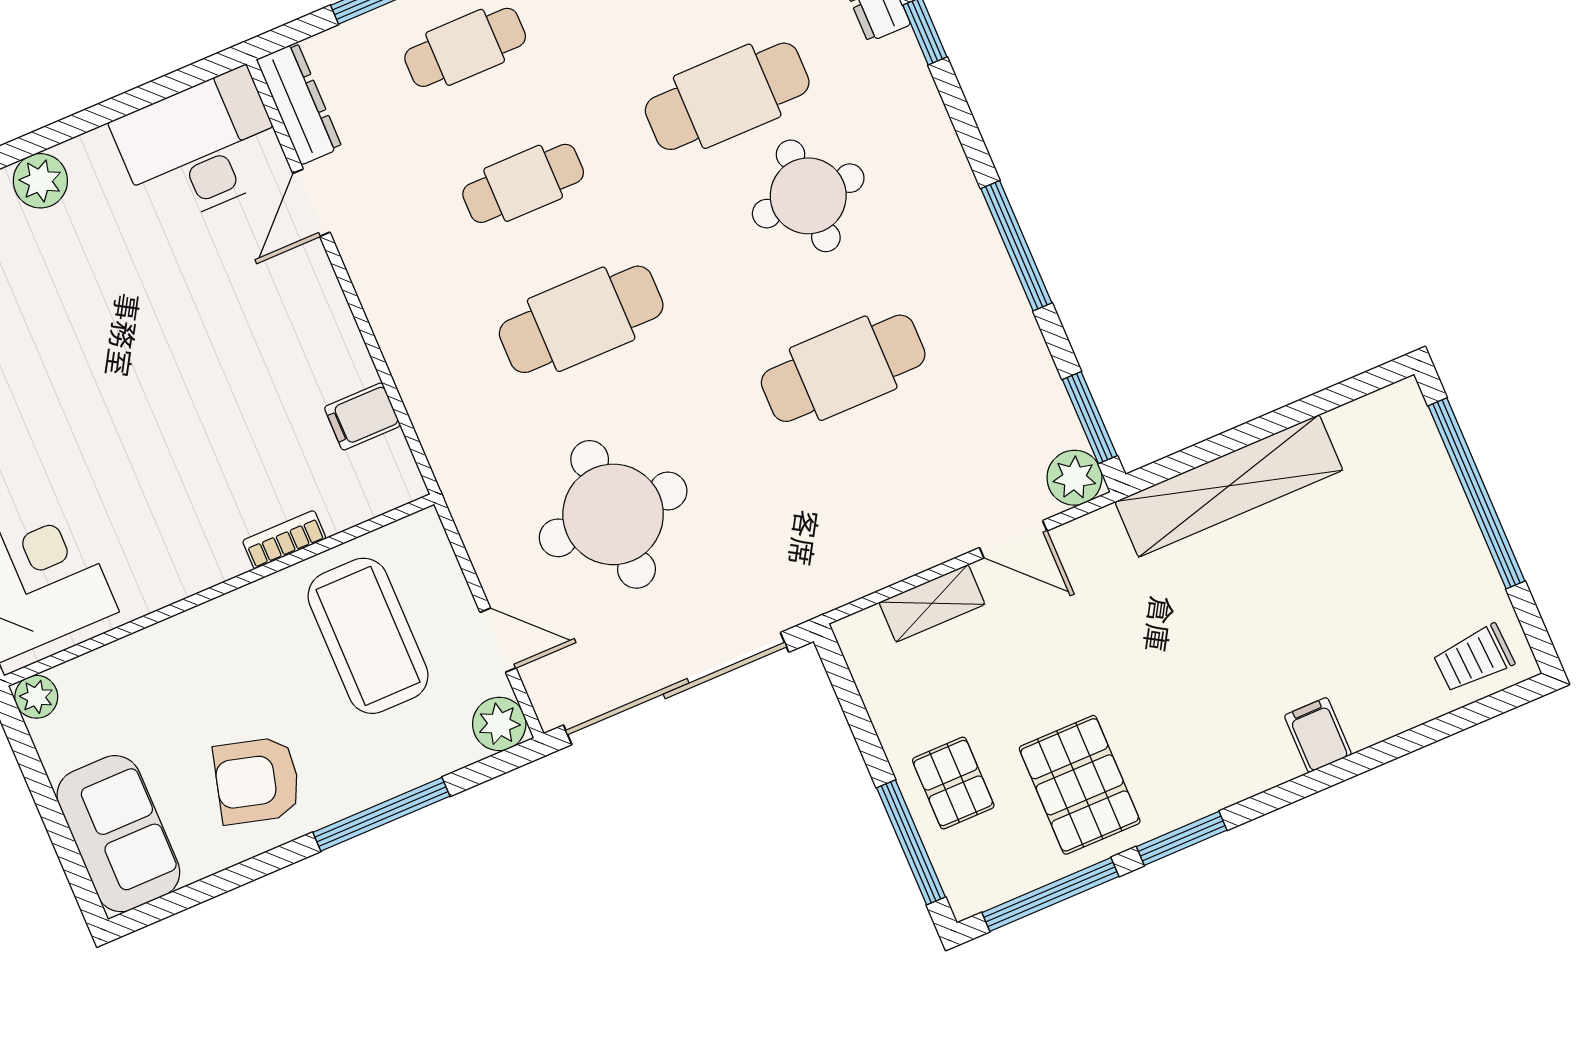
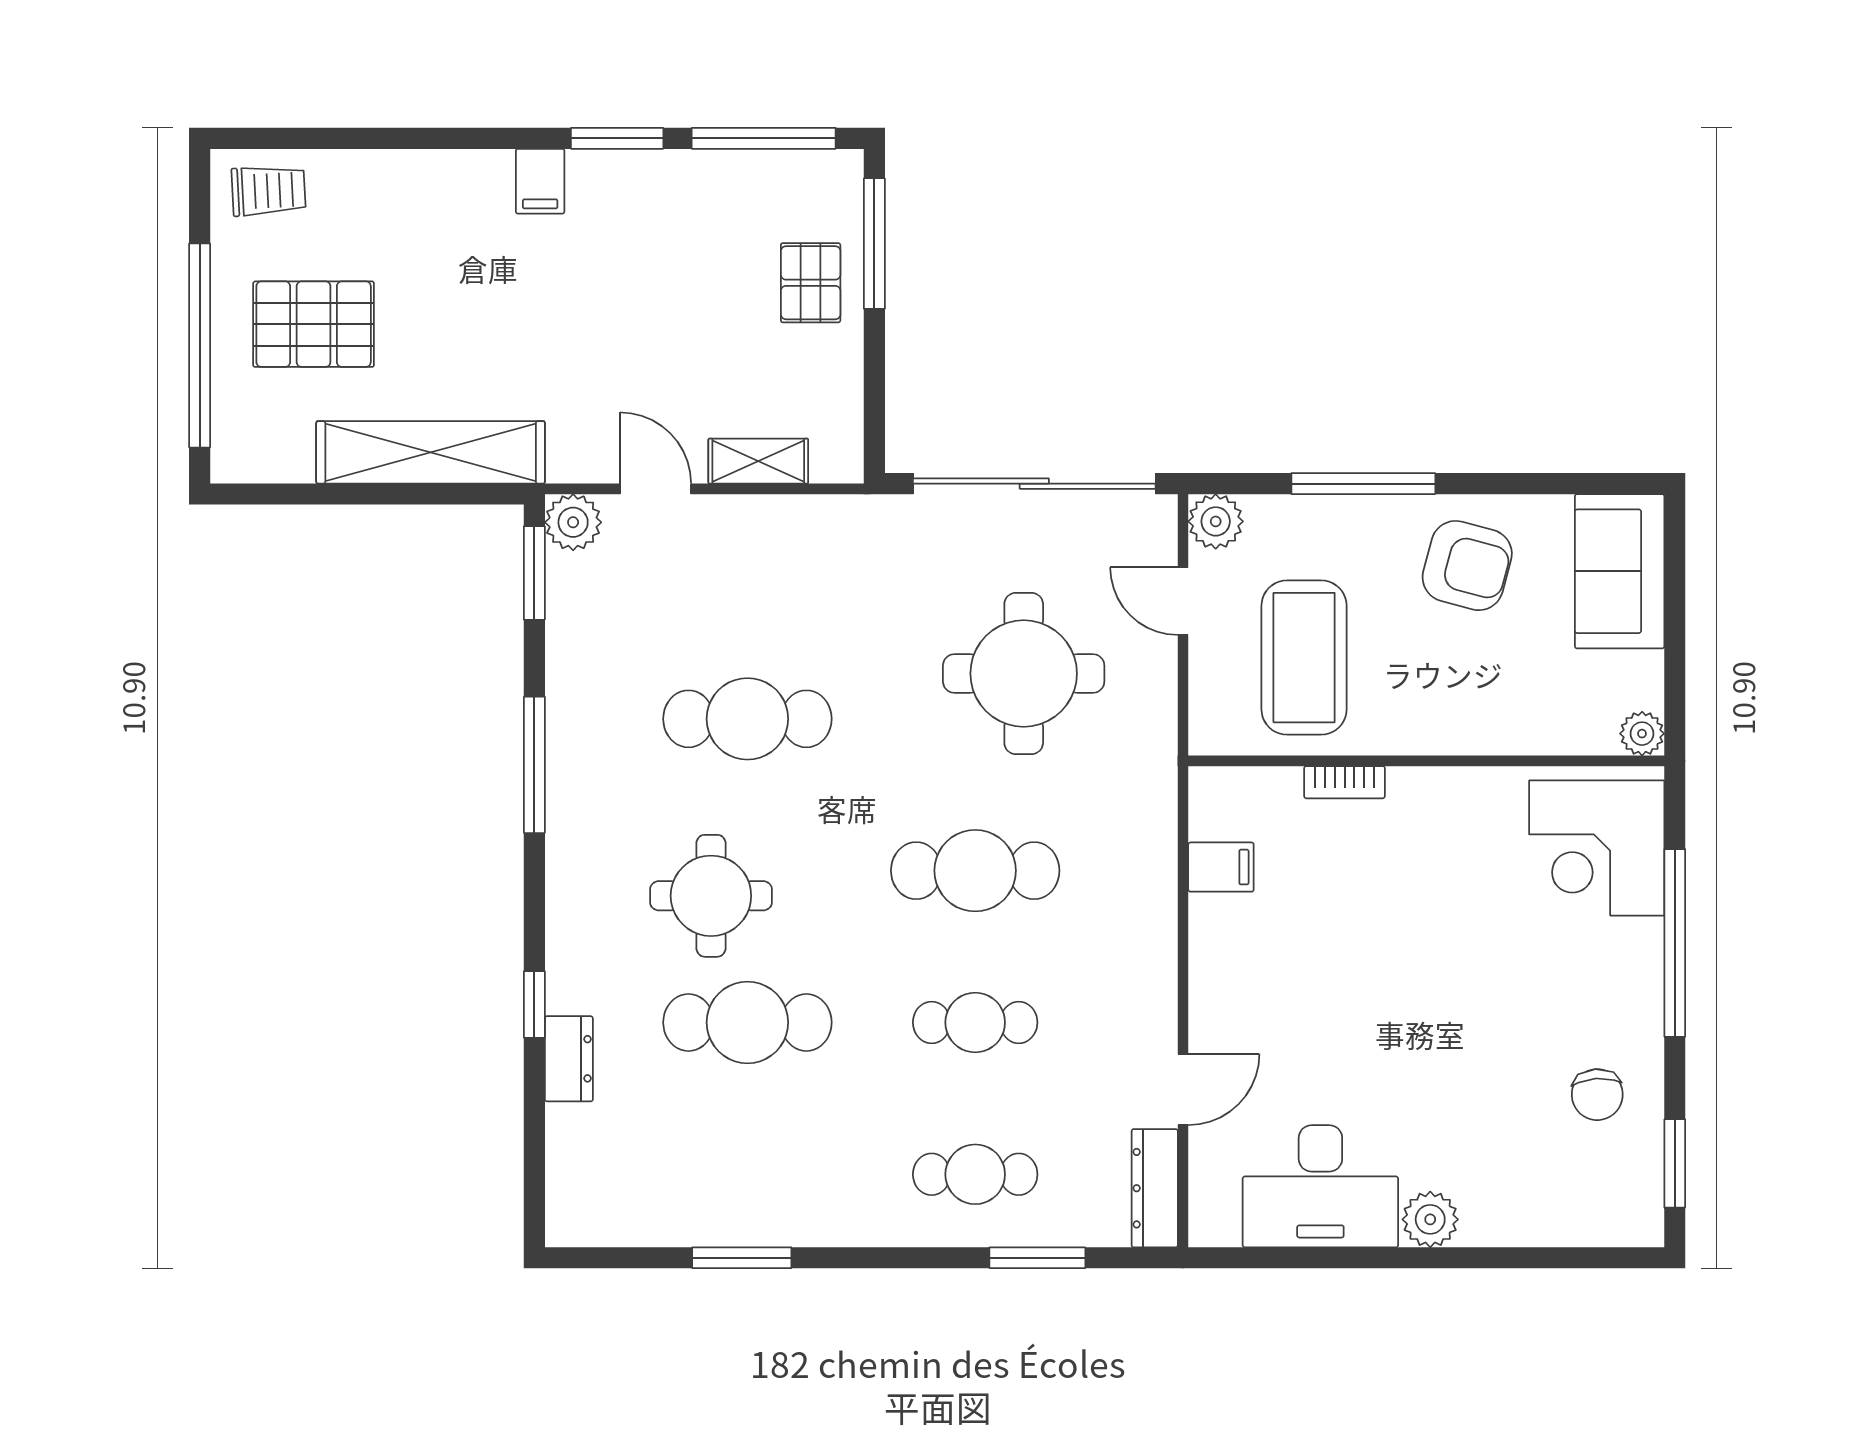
desk: (200, 148) -> (1320, 1186), moved
filing cabinet: (1318, 735) -> (540, 181), moved
pallet: (1080, 785) -> (314, 324), moved, turned 90

